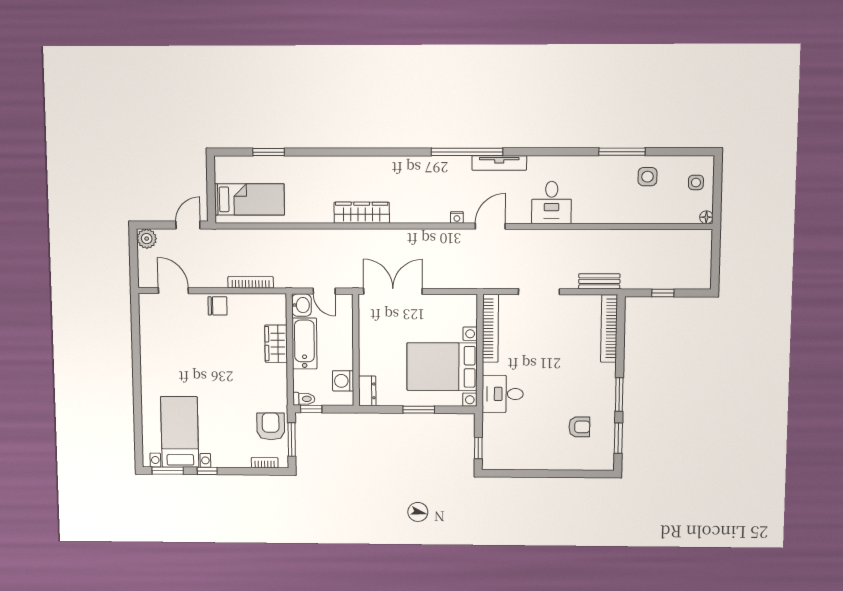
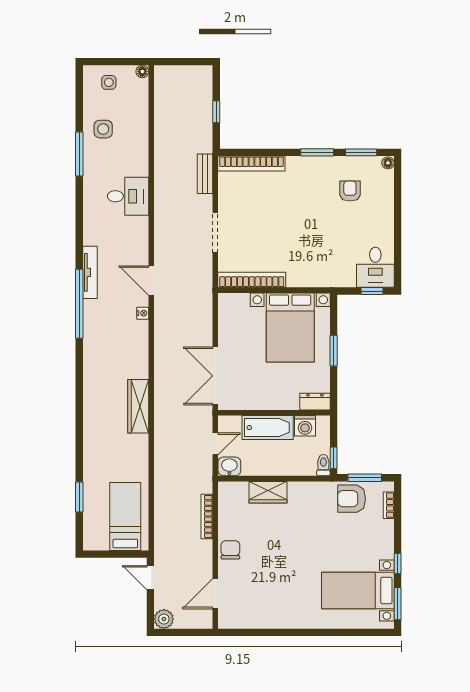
desk: (552, 202) -> (128, 196), moved
bathtub: (304, 344) -> (268, 428), moved, turned 180
desk: (503, 394) -> (375, 267), moved
floor lamp: (607, 465) -> (388, 163), added

